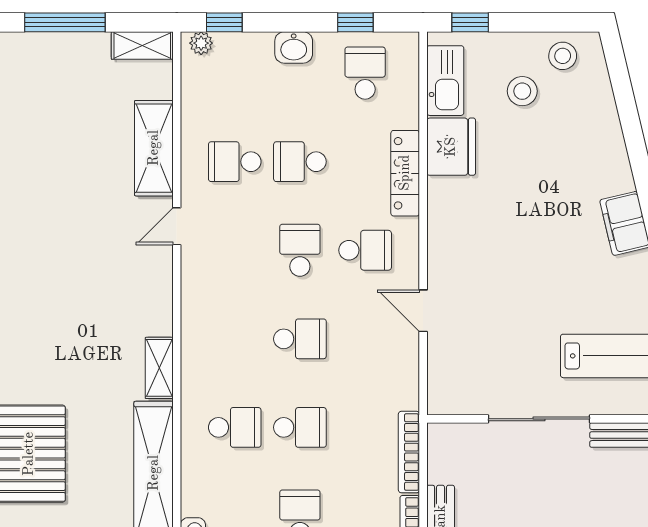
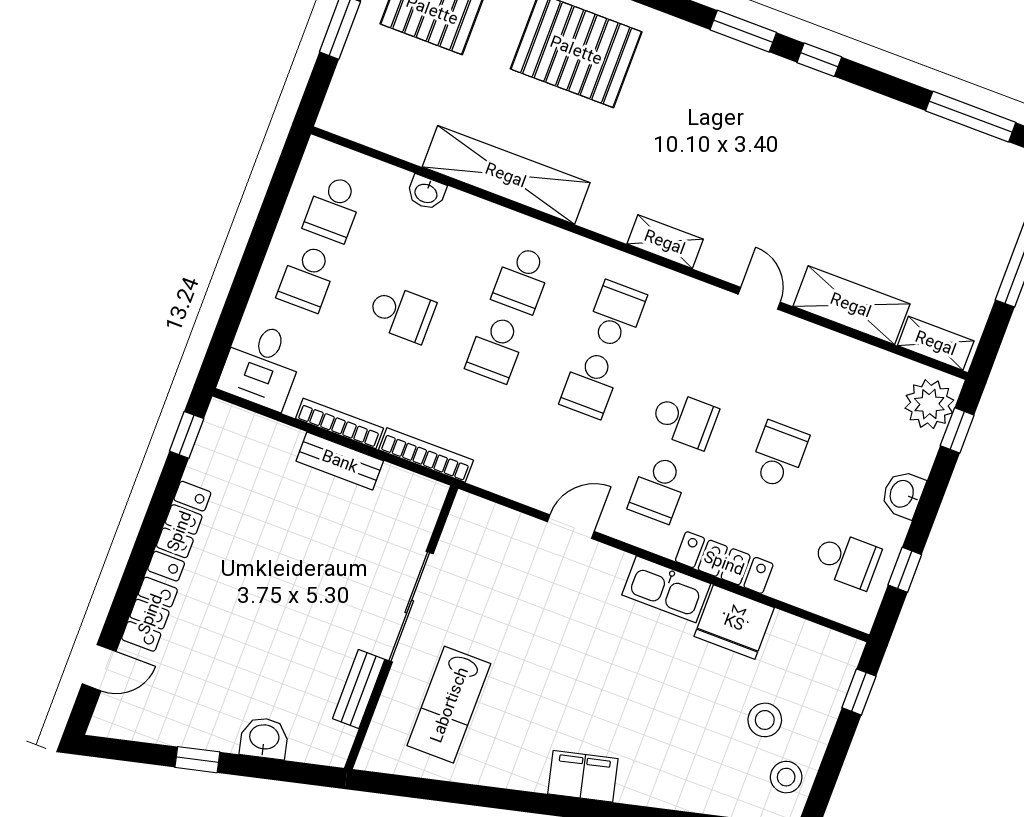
plant: (201, 43) -> (929, 404), width x1.88, depth x1.88
shelving: (142, 45) -> (936, 343), moved, turned 90
kitchen sink: (445, 81) -> (666, 589), moved
school desk: (235, 162) -> (616, 315), moved
shelving: (159, 368) -> (665, 242), moved

